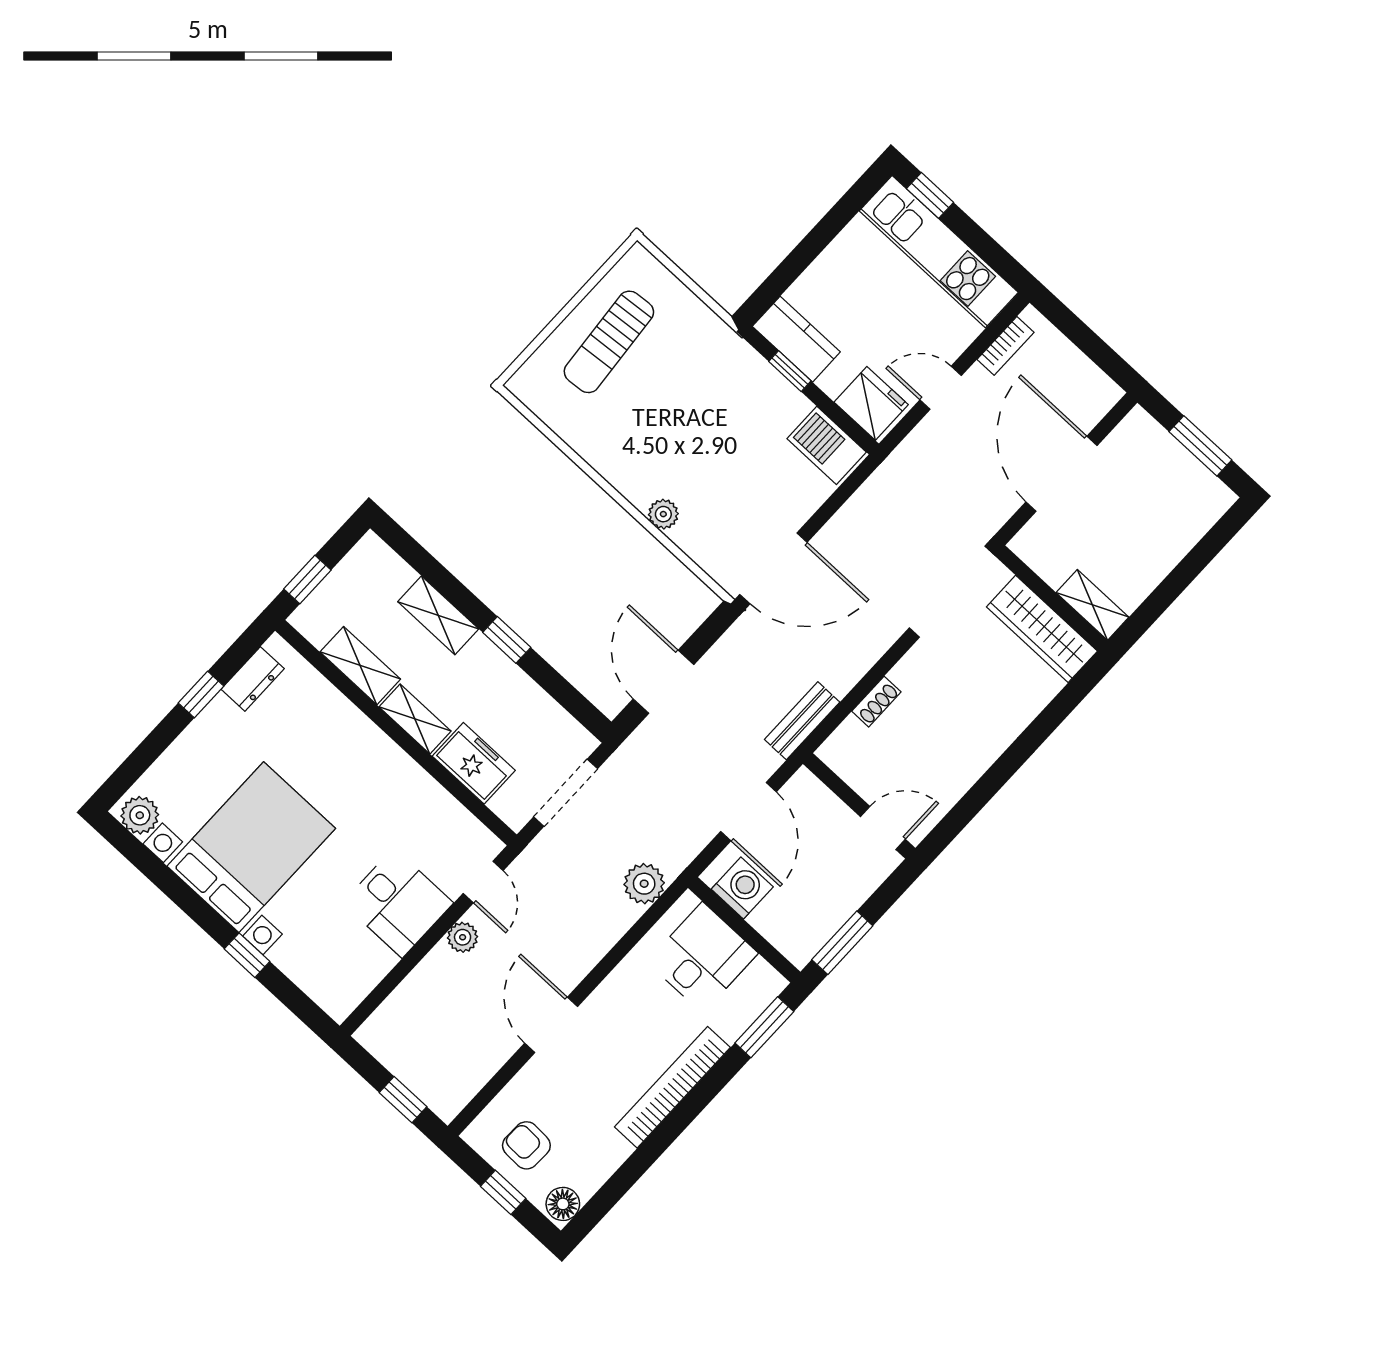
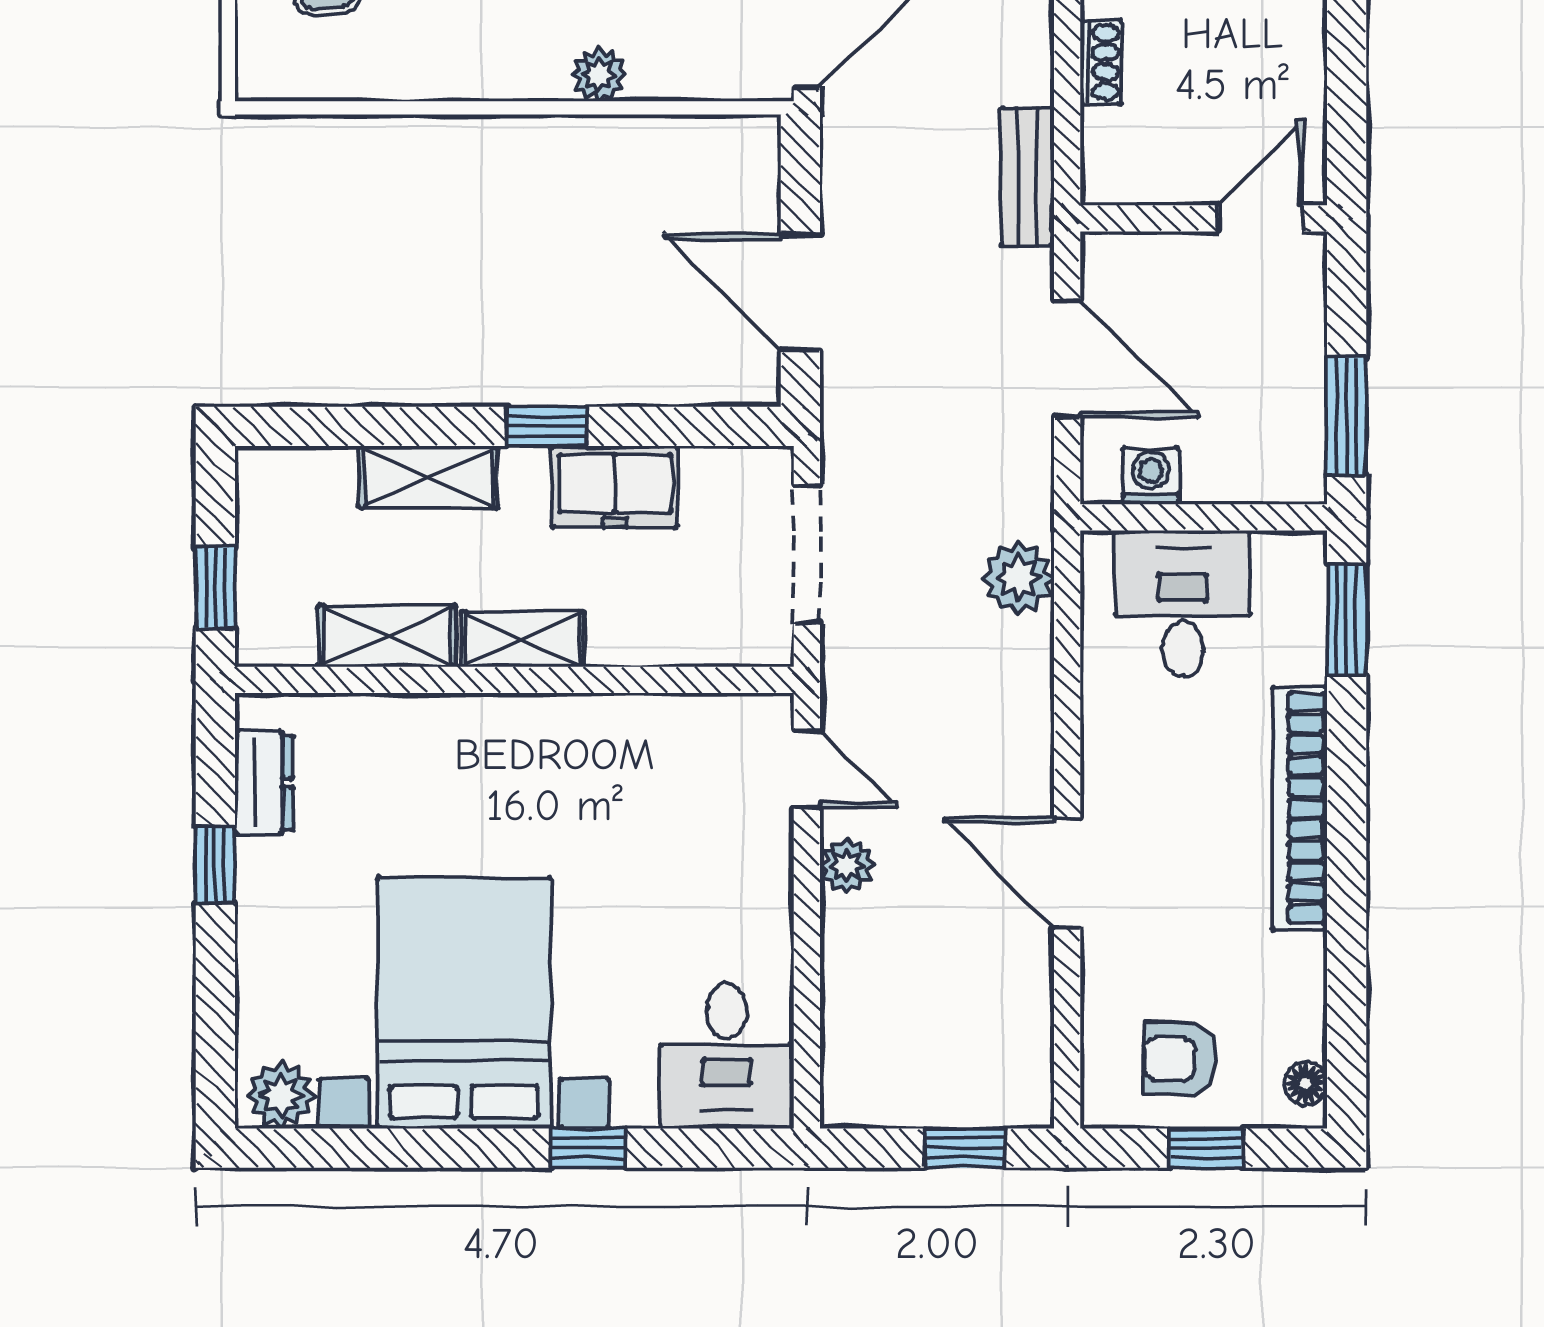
freezer: (474, 763) -> (615, 487), moved, turned 180
washing machine: (742, 888) -> (1151, 476), width x0.73, depth x0.73
desk: (398, 903) -> (727, 1056), moved, turned 90
floor lamp: (563, 1204) -> (1306, 1083), width x0.73, depth x0.73

